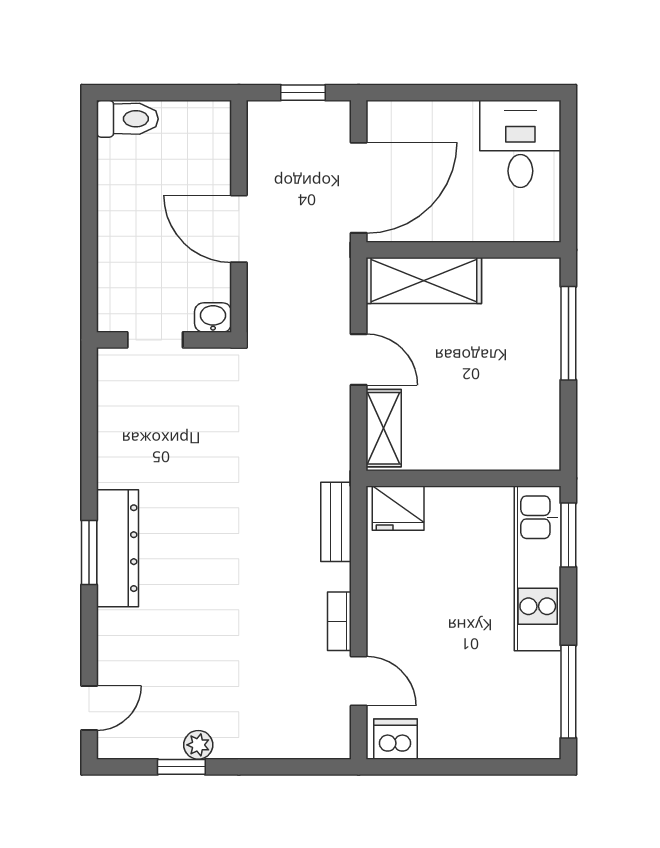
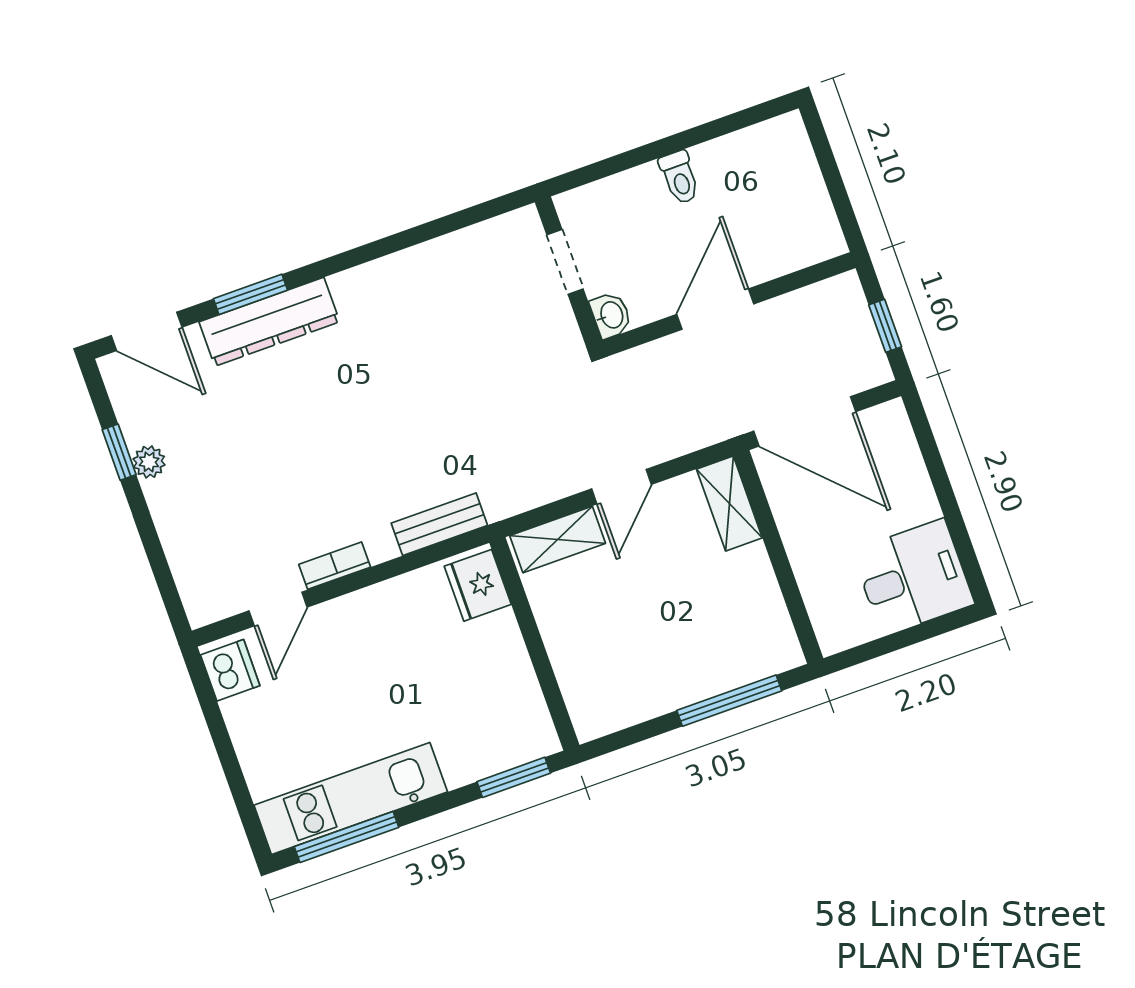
toilet: (127, 119) -> (680, 177), moved, width x0.73, depth x0.72
shelving: (424, 280) -> (729, 504), width x0.67, depth x0.75
dresser: (117, 548) -> (269, 322), moved
window: (89, 552) -> (250, 294), moved
kitchen unit: (538, 568) -> (351, 798), moved
door: (89, 708) -> (147, 331), width x1.37

